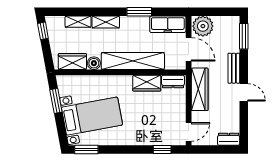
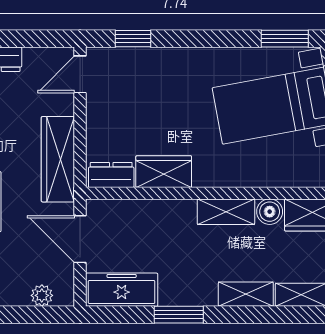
plant: (203, 26) -> (42, 295), width x0.53, depth x0.53
shelving: (133, 61) -> (226, 212), width x0.45, depth x0.75

